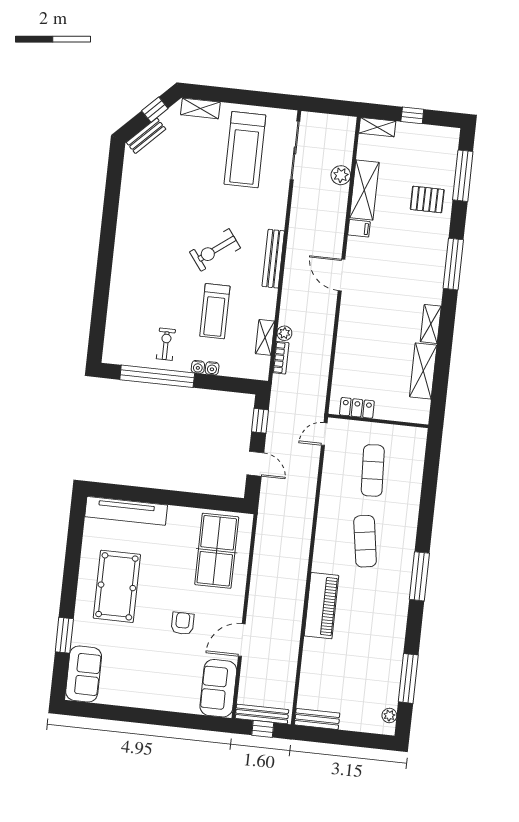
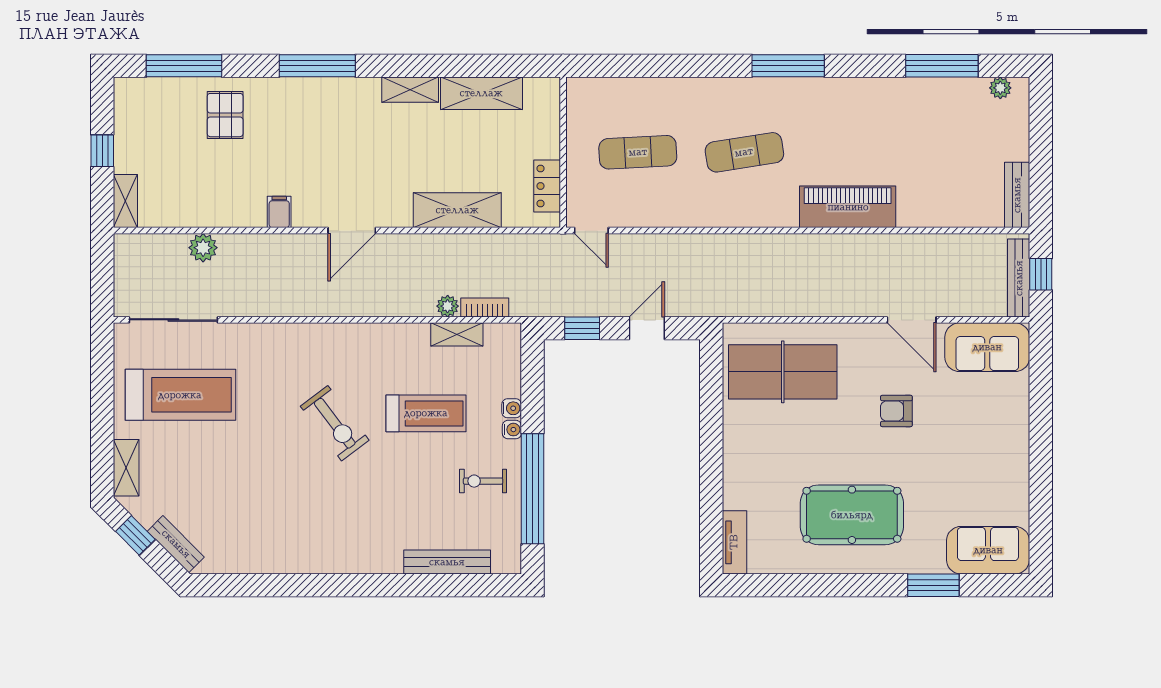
shelving: (364, 190) -> (457, 210), moved
bench: (273, 259) -> (447, 562), moved
tv unit: (126, 511) -> (734, 542), width x0.52, depth x0.78

